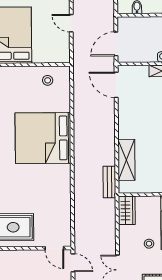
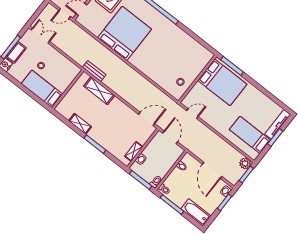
door: (71, 23) -> (192, 114), moved
bed: (43, 138) -> (125, 33), moved
wardrobe: (127, 210) -> (70, 68), removed

